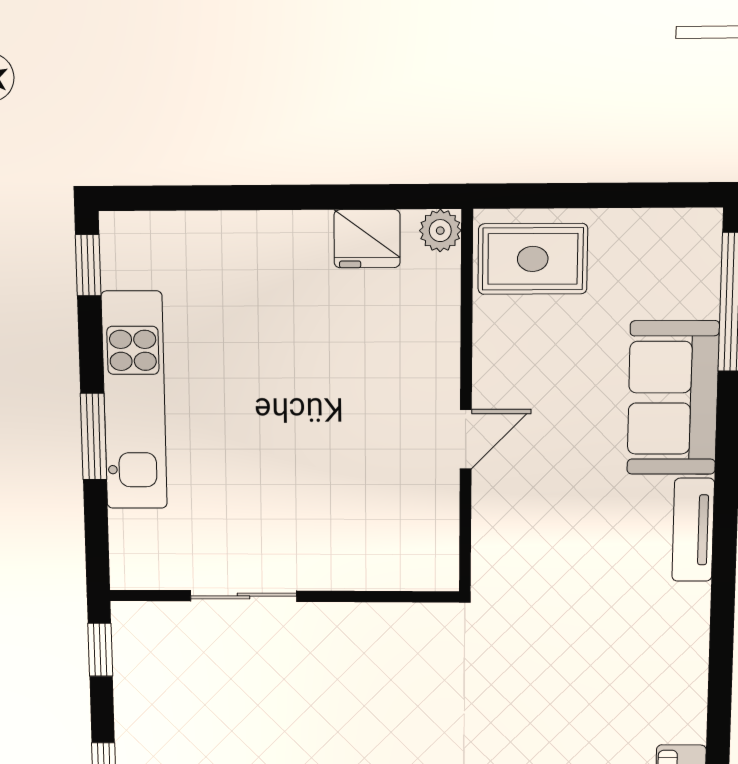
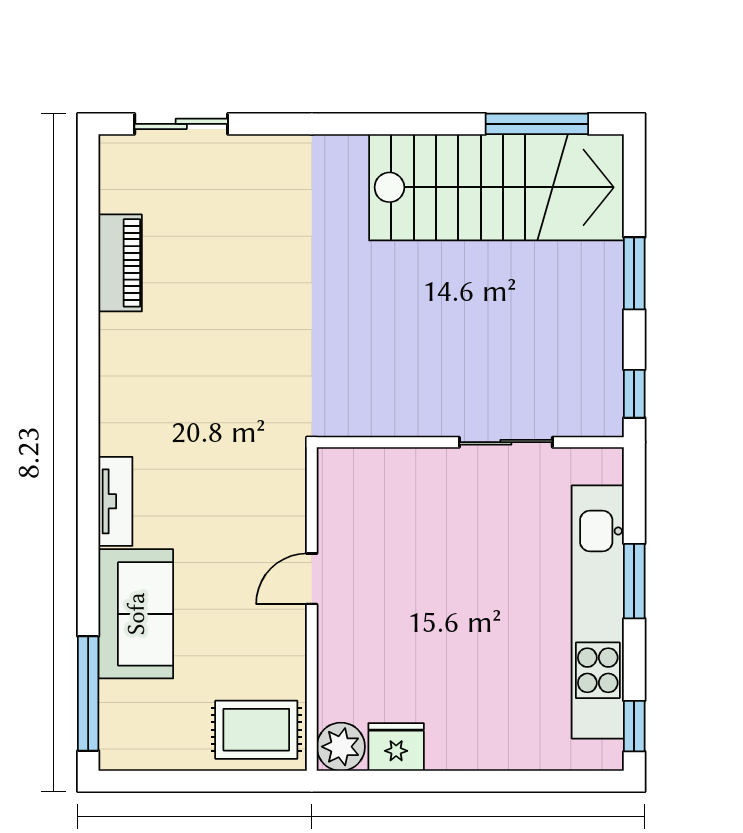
plant: (440, 231) -> (341, 747), width x1.38, depth x1.38
kitchen unit: (134, 401) -> (598, 612), width x1.36

